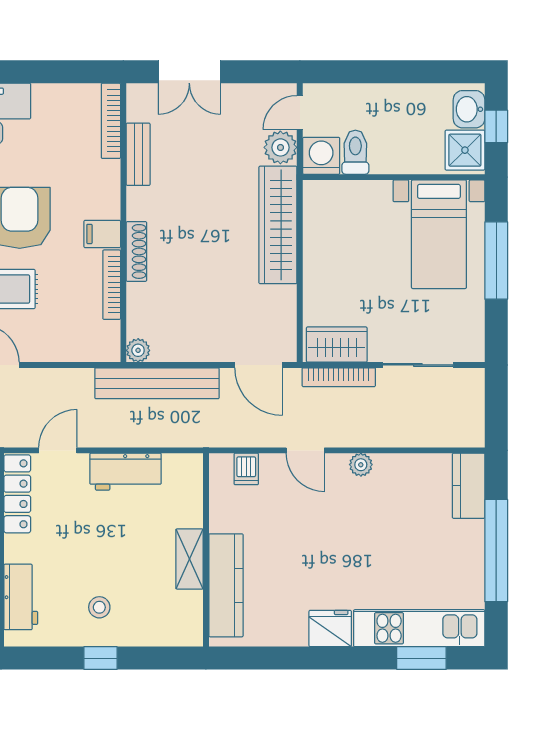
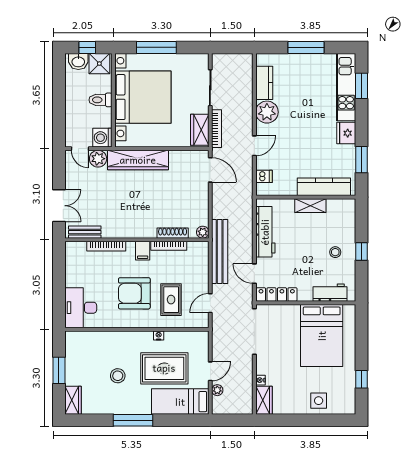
bookcase: (111, 121) -> (106, 246), moved
toilet: (355, 152) -> (100, 100), moved
bench: (138, 154) -> (85, 232), moved
bed with nightstands: (439, 234) -> (143, 97), width x1.85
shoe rack: (136, 251) -> (173, 233), moved
door: (259, 365) -> (210, 170), hinge flipped
bench: (157, 383) -> (220, 252), moved
plant: (361, 465) -> (267, 112), width x1.88, depth x1.88
workbench: (125, 472) -> (265, 232), width x1.38
kitchen counter: (469, 486) -> (264, 83), moved, turned -90
window: (496, 551) -> (306, 47), width x0.68
window: (279, 658) -> (361, 160), added

